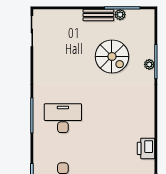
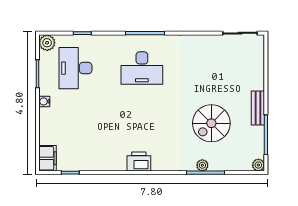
plant: (120, 15) -> (258, 165), moved
desk: (63, 118) -> (142, 68), turned 90
printer: (146, 148) -> (139, 161), moved

